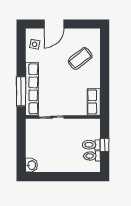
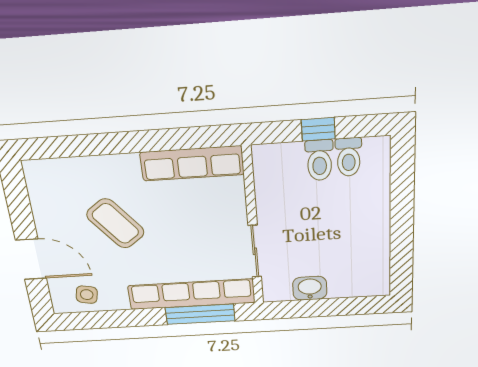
coffee table: (80, 59) -> (115, 223), moved
row of seats: (94, 102) -> (192, 163), width x1.48
washbasin: (31, 165) -> (310, 288), moved

